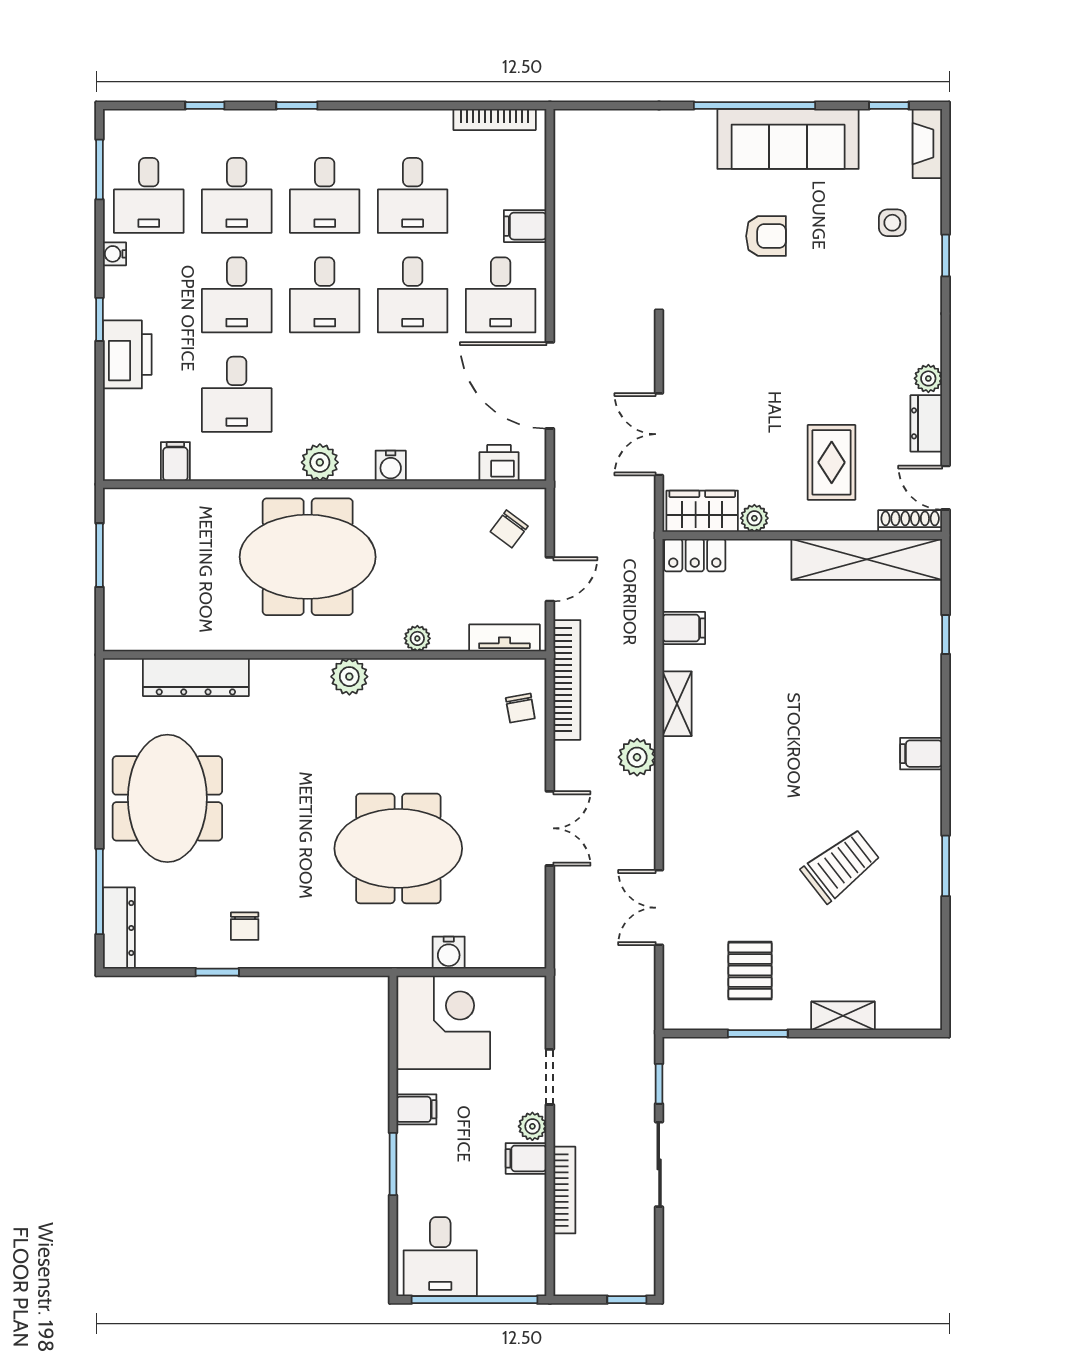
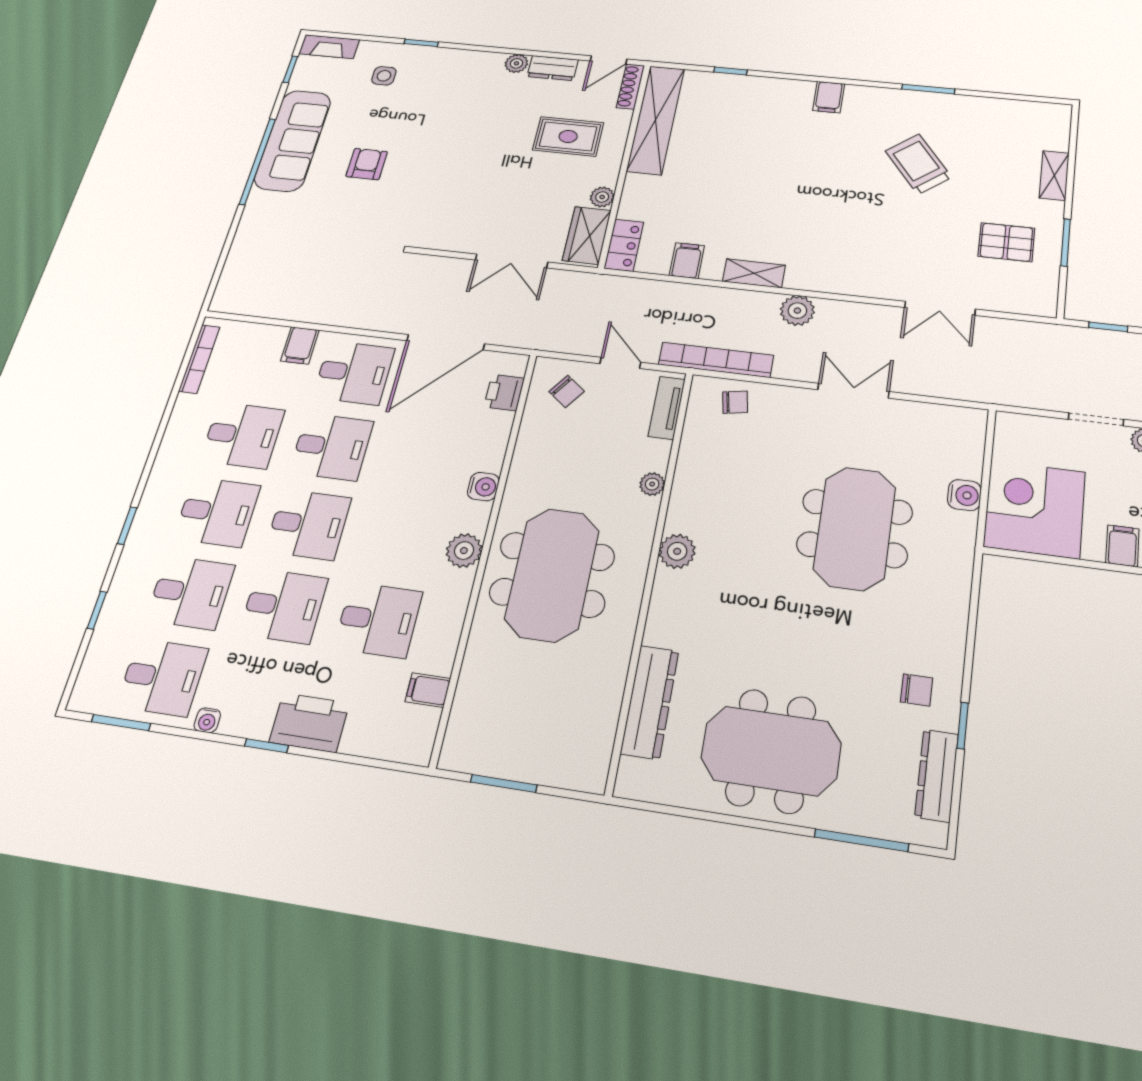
dresser: (119, 928) -> (937, 775), moved, turned -90

